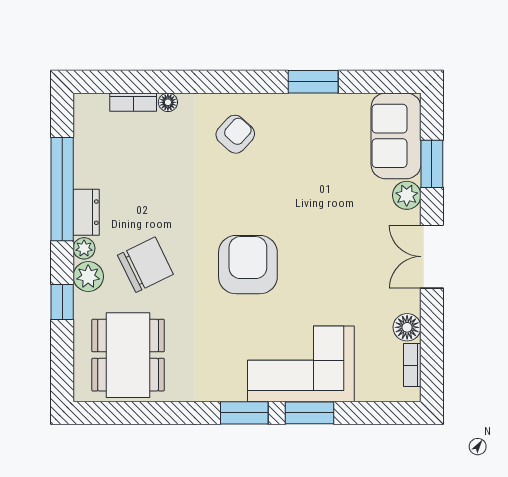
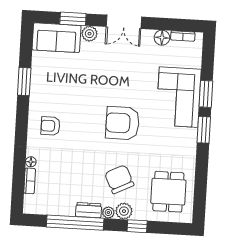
armchair: (235, 134) -> (50, 126), turned -42
dining table: (128, 355) -> (168, 192), width x0.73

